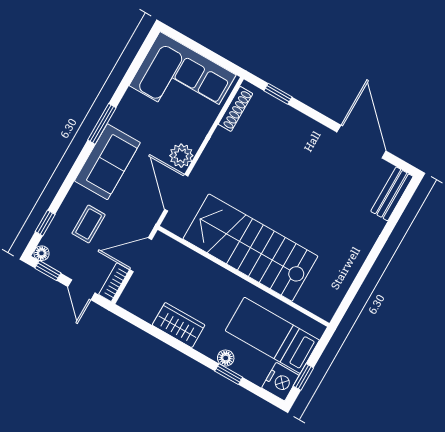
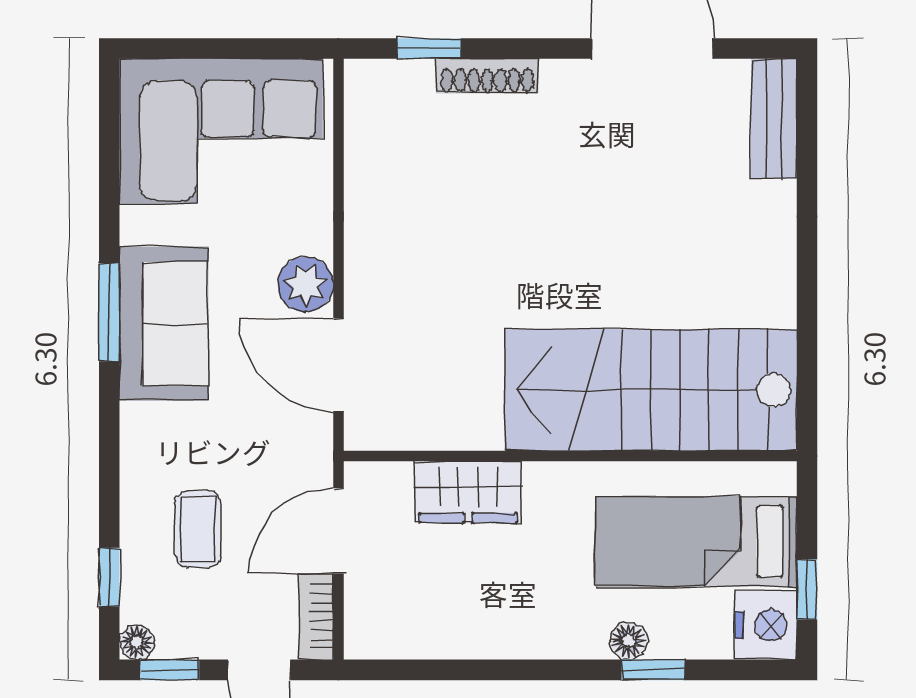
shoe rack: (235, 109) -> (487, 76), moved, turned 90
sofa: (107, 162) -> (164, 324), moved
stairs: (250, 248) -> (651, 390), moved
wardrobe: (179, 325) -> (468, 492), moved, turned 180

